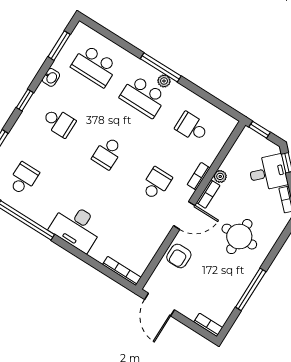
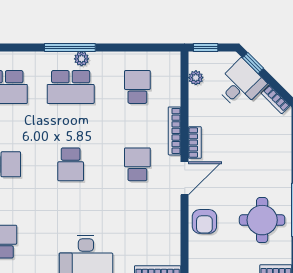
school desk: (192, 127) -> (137, 87), turned 90
bookcase: (199, 176) -> (175, 131), width x1.56
plant: (220, 176) -> (196, 78), moved
round table: (239, 237) -> (262, 220), moved

